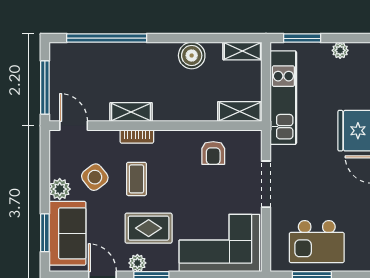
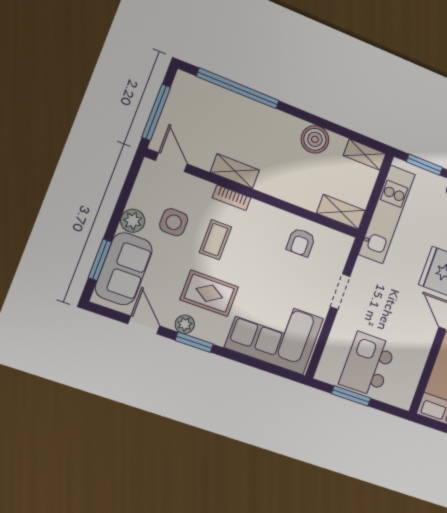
side table: (95, 177) -> (174, 222), turned 38
doorway: (266, 184) -> (340, 292), width x0.73
kitchen island: (317, 242) -> (368, 364), turned 90

